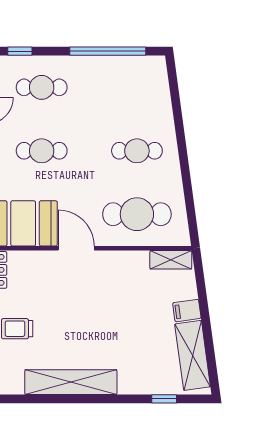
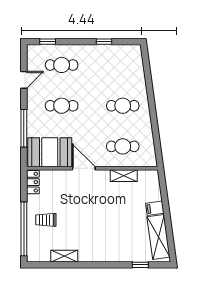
window: (108, 51) -> (104, 42), width x0.32
cafe table: (137, 214) -> (123, 146), width x0.73, depth x0.74
shelving: (171, 260) -> (124, 176), moved
shelving: (71, 382) -> (64, 256), width x0.45, depth x0.75

